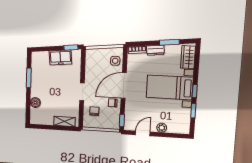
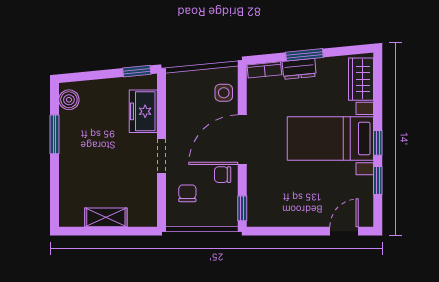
window: (169, 42) -> (304, 55), moved
freezer: (60, 57) -> (143, 111), moved, turned 96
boiler: (35, 103) -> (69, 100), moved
shelving: (64, 121) -> (106, 217), moved
plant: (162, 128) -> (320, 218), removed
door: (143, 133) -> (344, 231), moved

